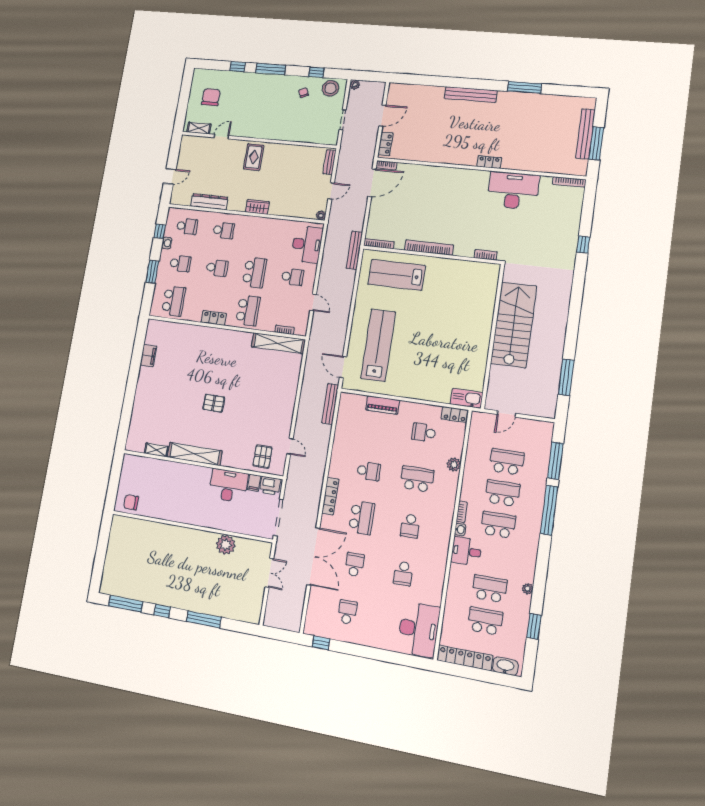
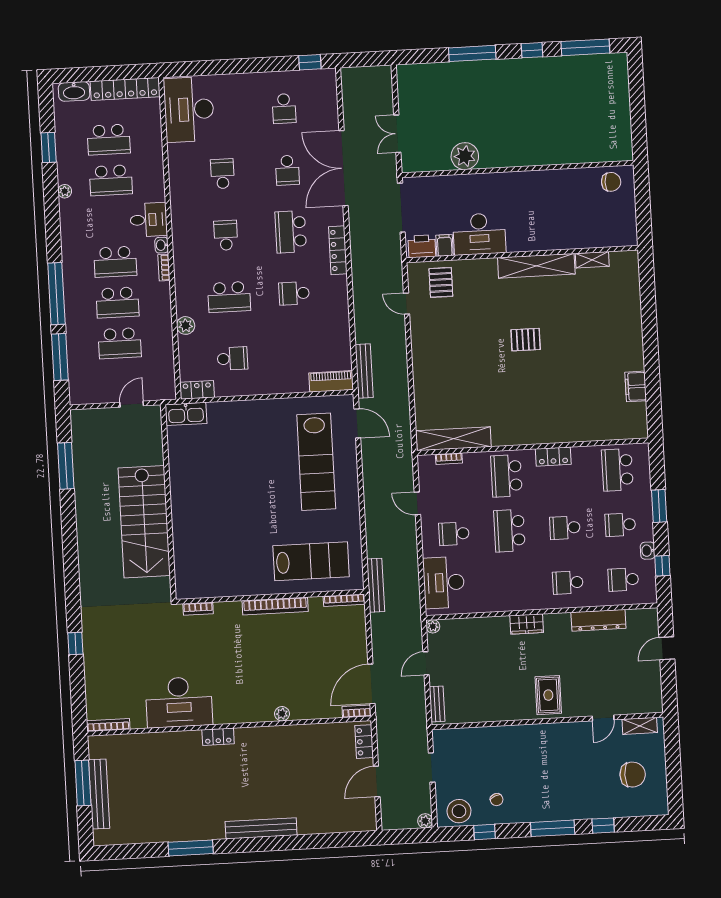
chair: (211, 97) -> (633, 775), turned -90
plant: (439, 171) -> (282, 714), added
piano: (383, 405) -> (331, 381), moved

